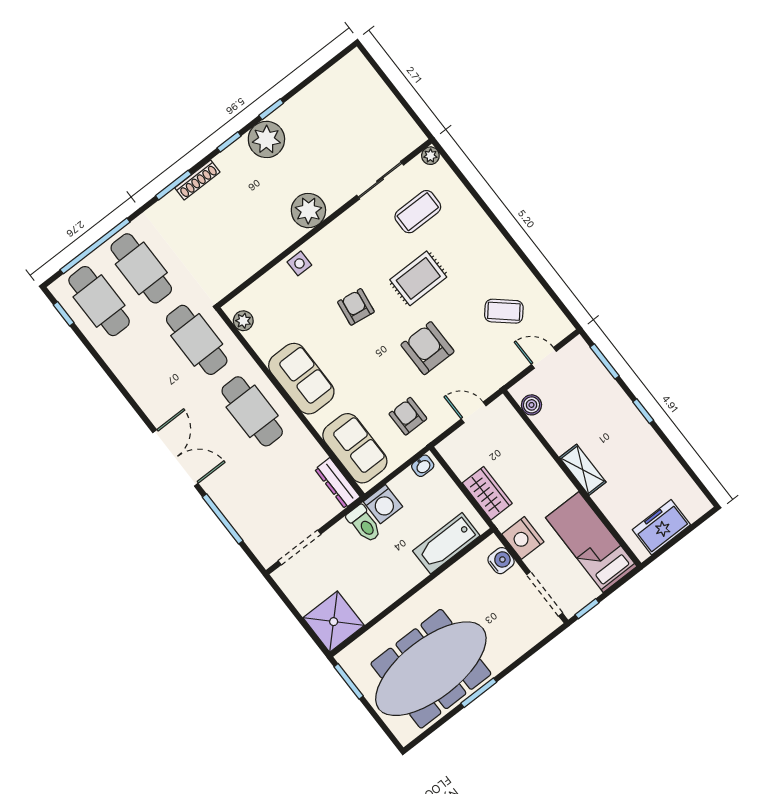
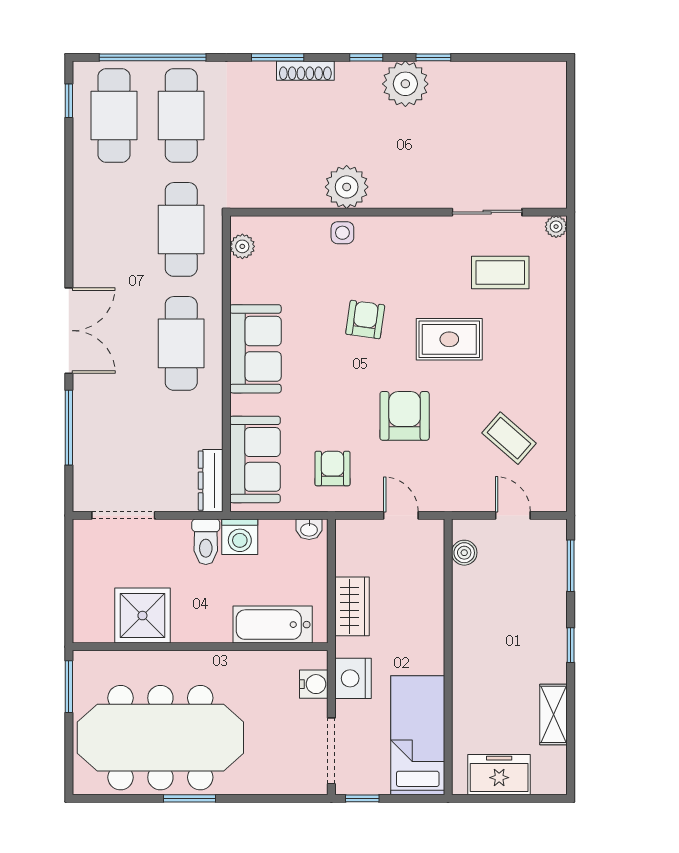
plant: (308, 211) -> (347, 187), moved
shelving: (583, 470) -> (553, 714), moved
shower: (334, 622) -> (142, 616), moved

